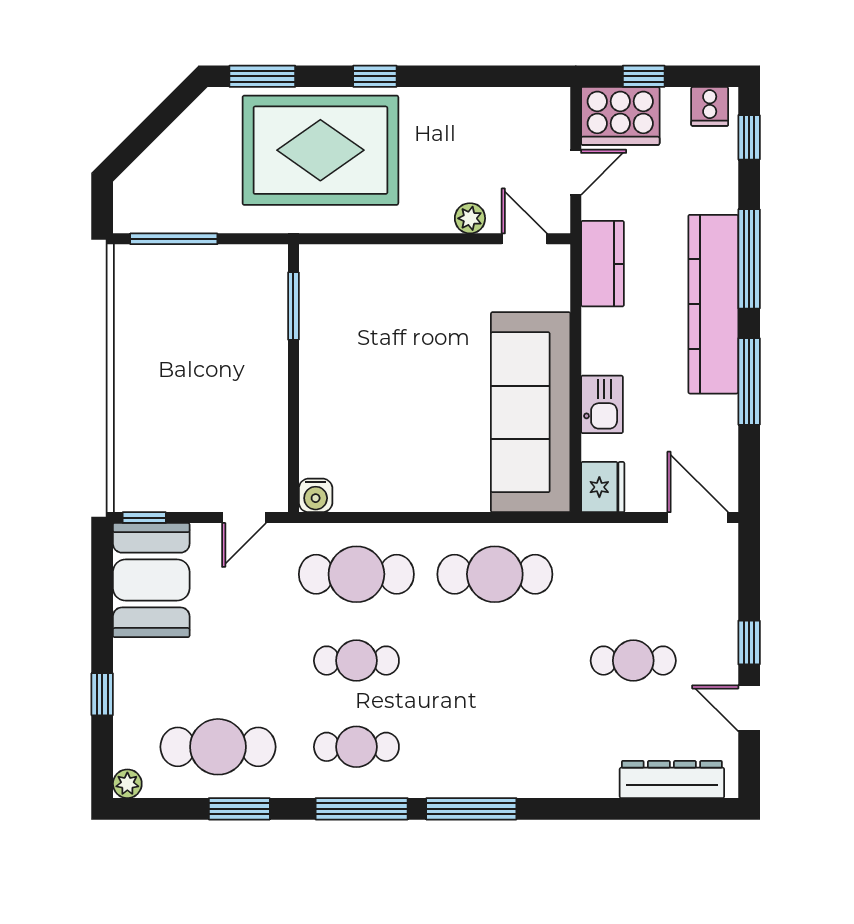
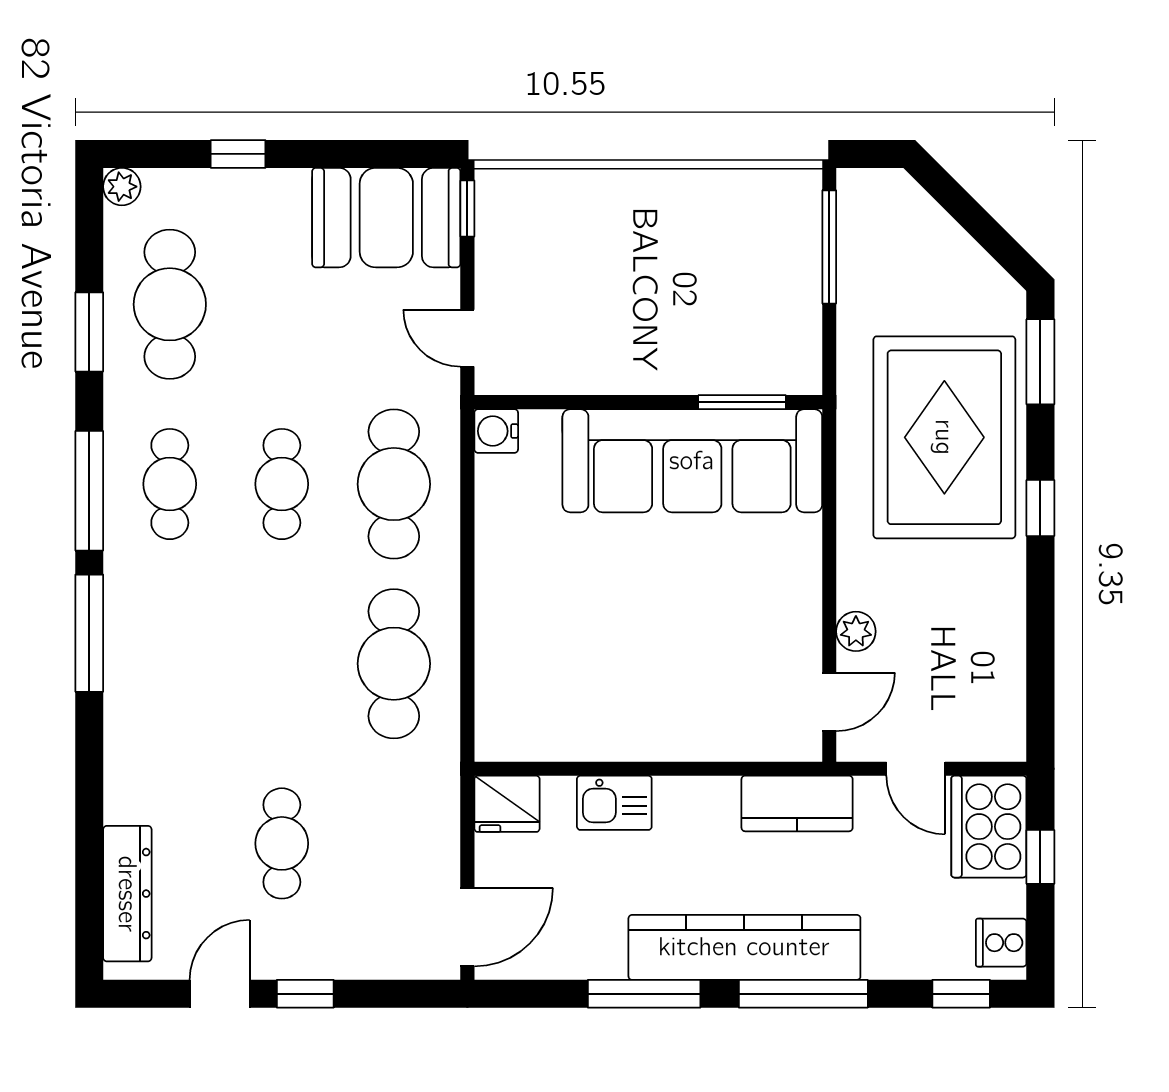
sofa: (531, 412) -> (692, 461), moved, turned 180

